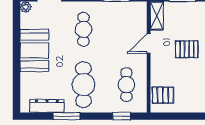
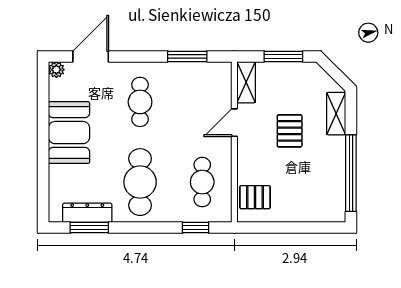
pallet: (187, 49) -> (290, 131), turned 90
window: (67, 116) -> (89, 228), moved

